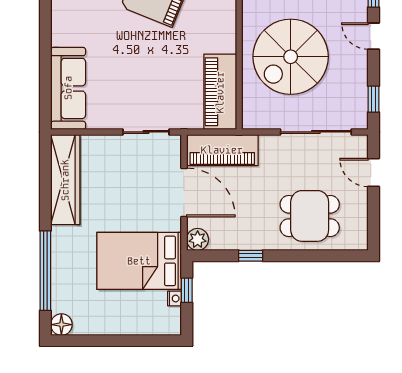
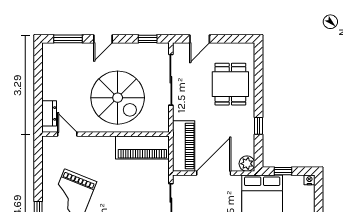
nightstand: (174, 298) -> (309, 180), moved

